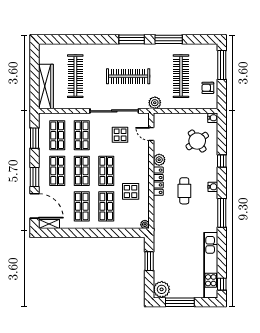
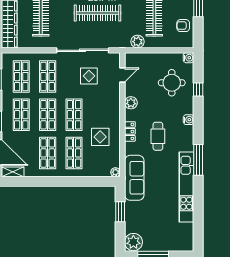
plant: (155, 103) -> (138, 42), moved
door: (151, 134) -> (122, 75), swing flipped
round table: (197, 141) -> (172, 83), turned 35
window: (222, 161) -> (198, 89), moved
locker: (158, 181) -> (130, 131), width x0.66
water cooler: (213, 187) -> (189, 120), moved
sofa: (162, 230) -> (134, 178), added
kitchen unit: (211, 265) -> (186, 187), moved
window: (222, 284) -> (198, 236), removed

